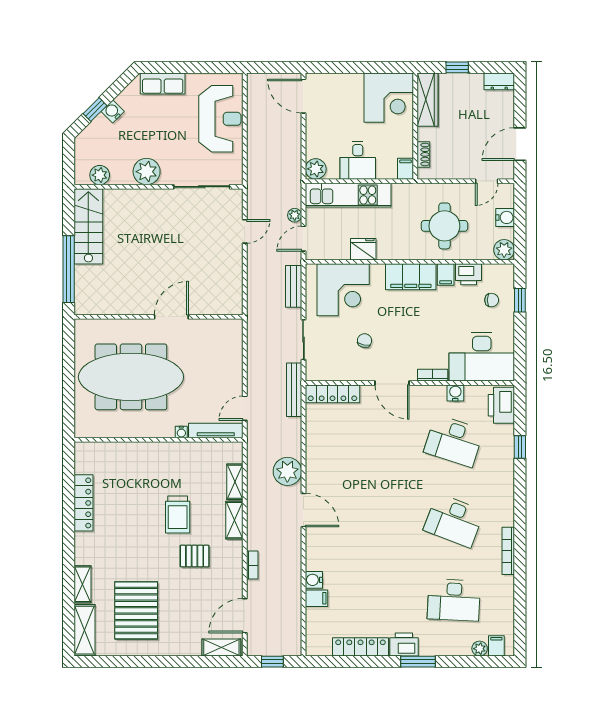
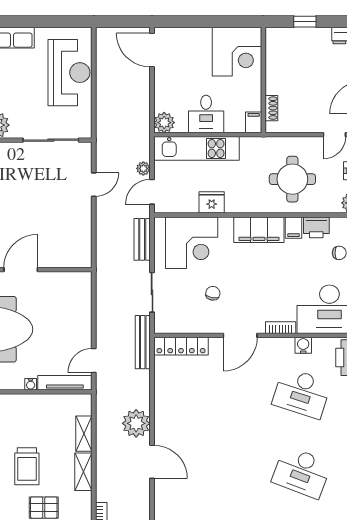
wardrobe: (427, 100) -> (275, 54), removed
door: (392, 383) -> (240, 335), hinge flipped

